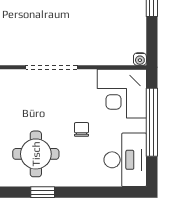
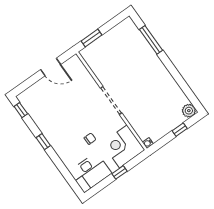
window: (152, 122) -> (120, 172), width x0.32
round table: (36, 154) -> (61, 124), removed

